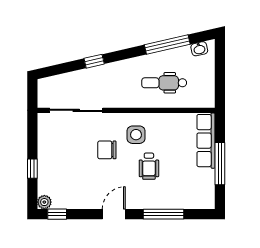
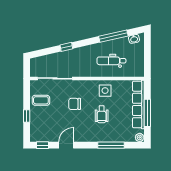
side table: (136, 135) -> (105, 91), moved
row of seats: (206, 141) -> (138, 104), width x1.36
coffee table: (55, 144) -> (41, 100), added
plant: (44, 202) -> (140, 137), moved
door: (114, 214) -> (66, 145), moved

